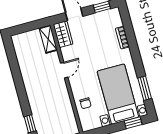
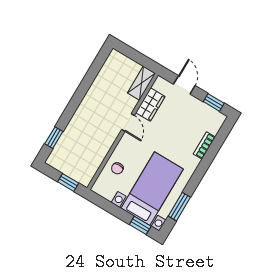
wardrobe: (63, 34) -> (150, 105), moved
door: (64, 70) -> (128, 123), hinge flipped

